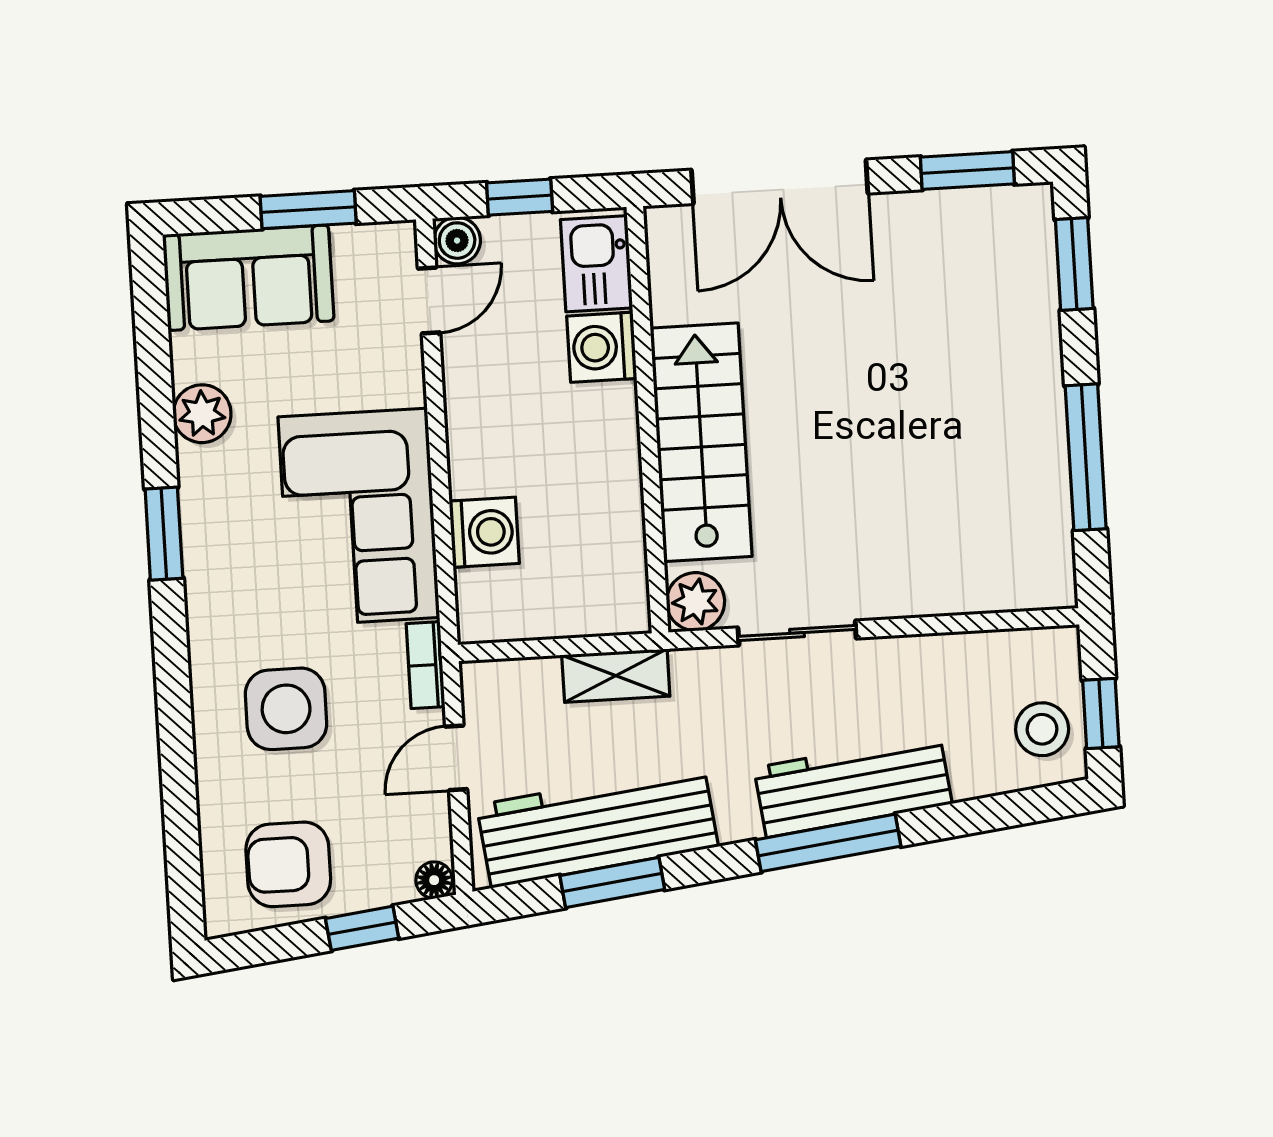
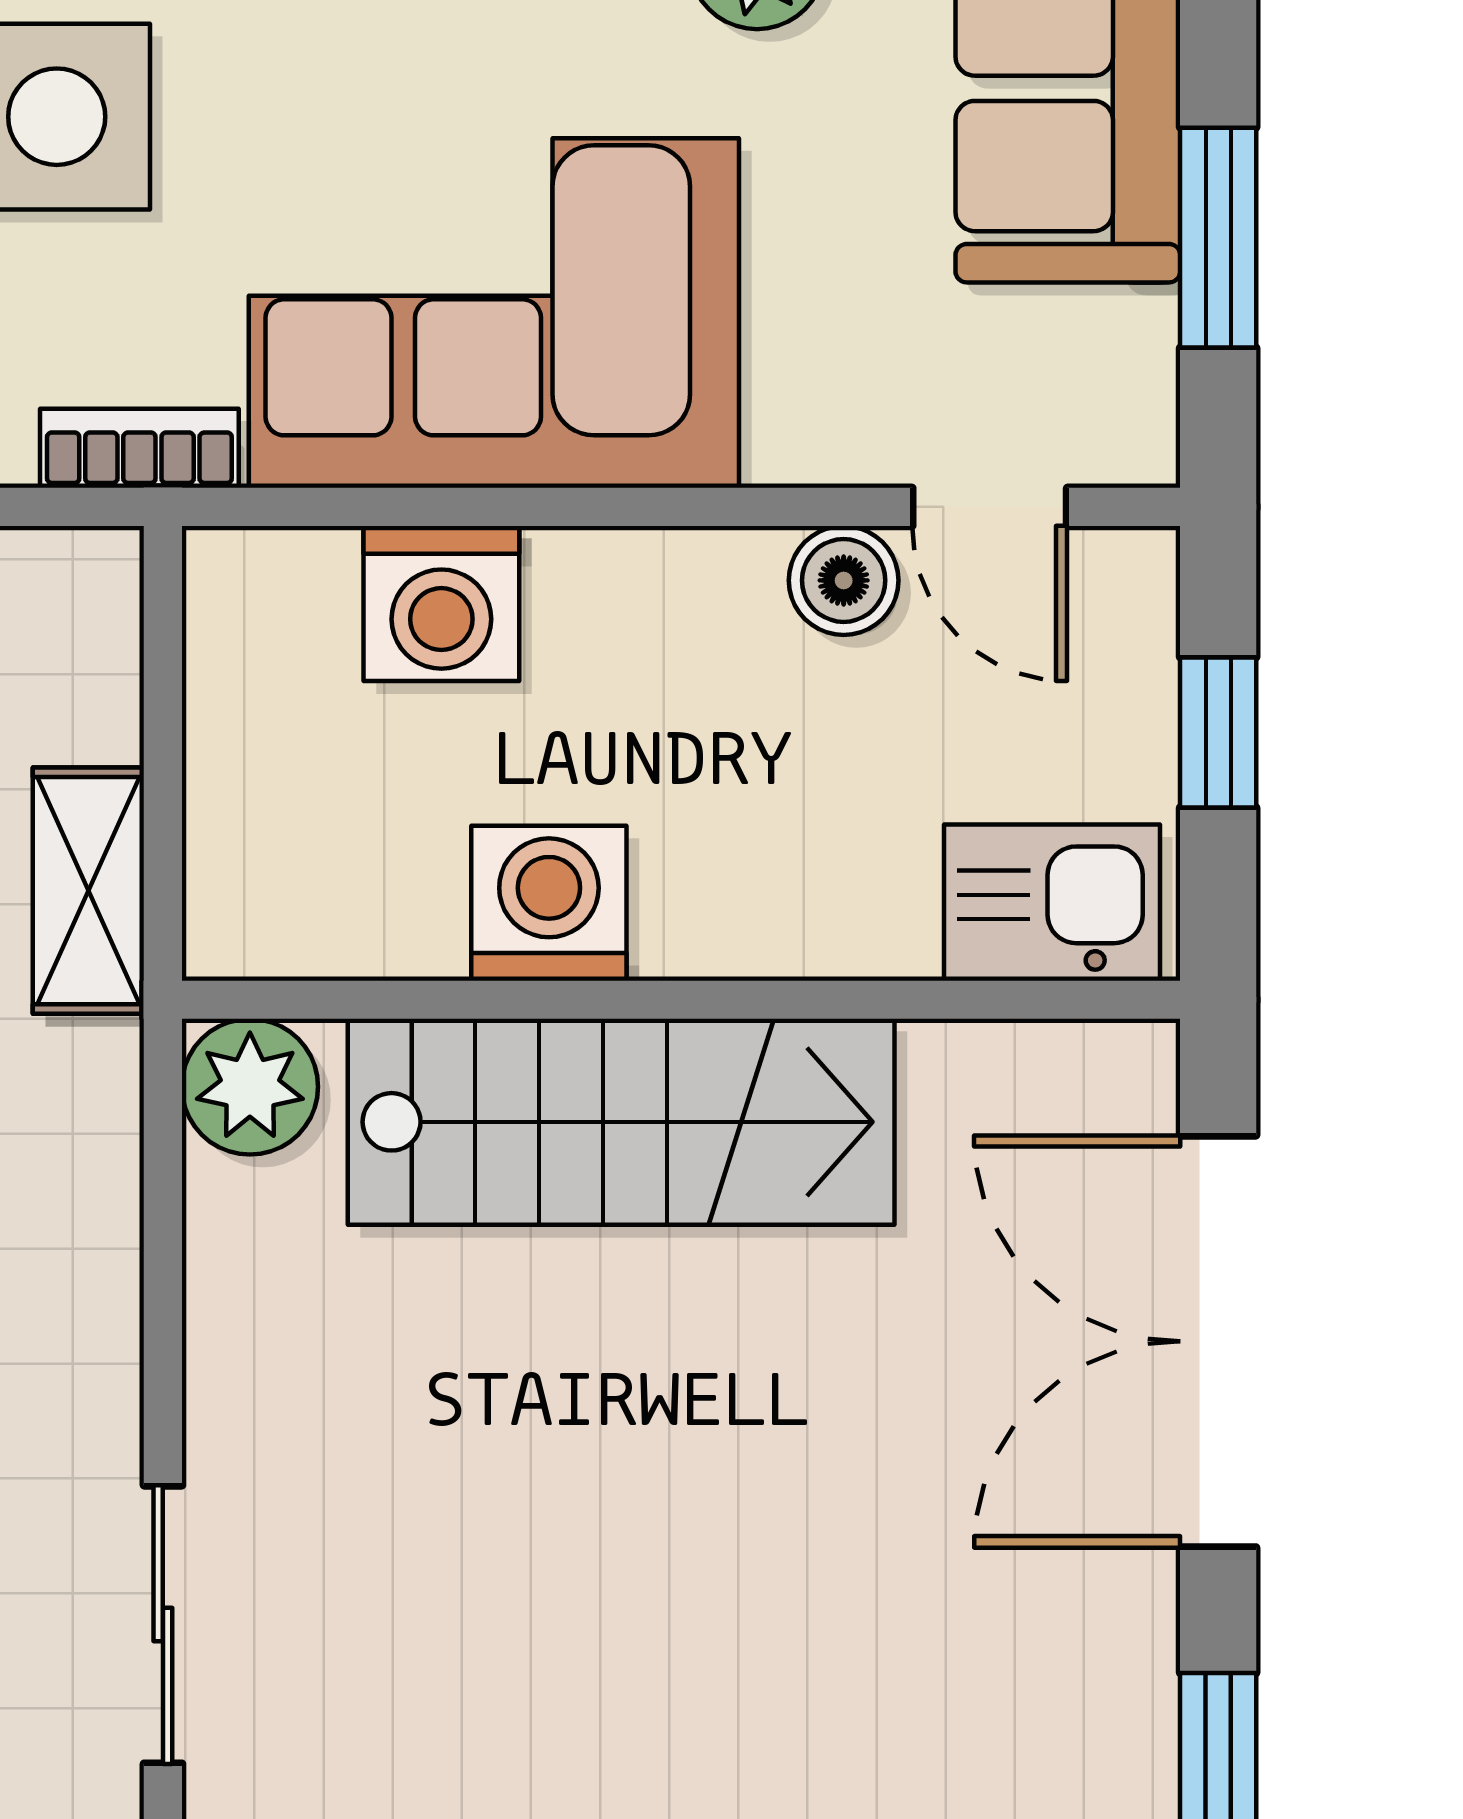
boiler: (457, 241) -> (844, 580), moved
washing machine: (602, 347) -> (549, 903), moved
sliding door: (797, 633) -> (163, 1625), moved

